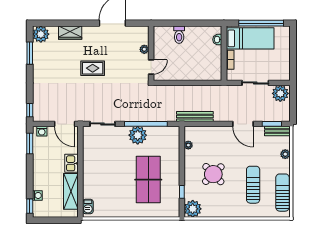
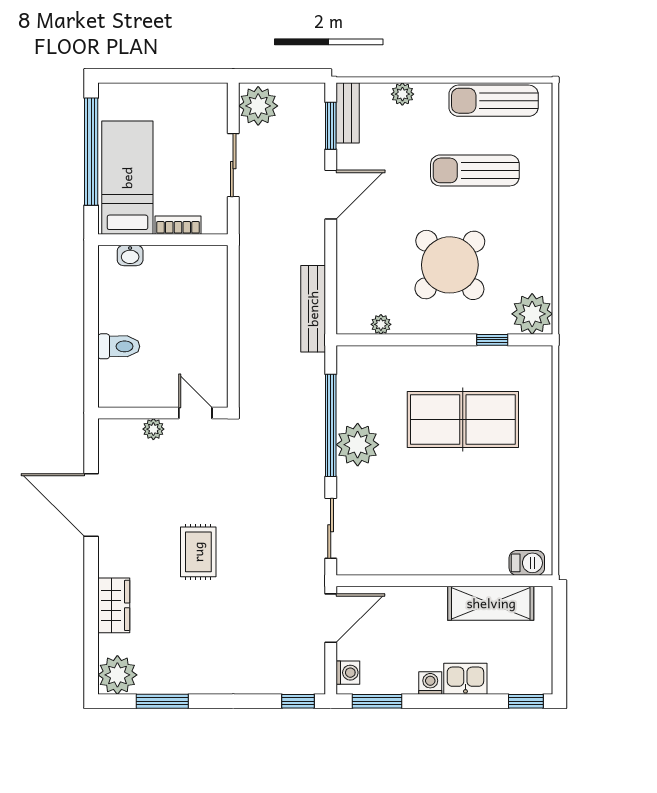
kitchen sink: (72, 163) -> (465, 679), moved, turned 180
round table: (213, 174) -> (450, 265), width x1.36, depth x1.36
washing machine: (37, 195) -> (430, 683), moved

